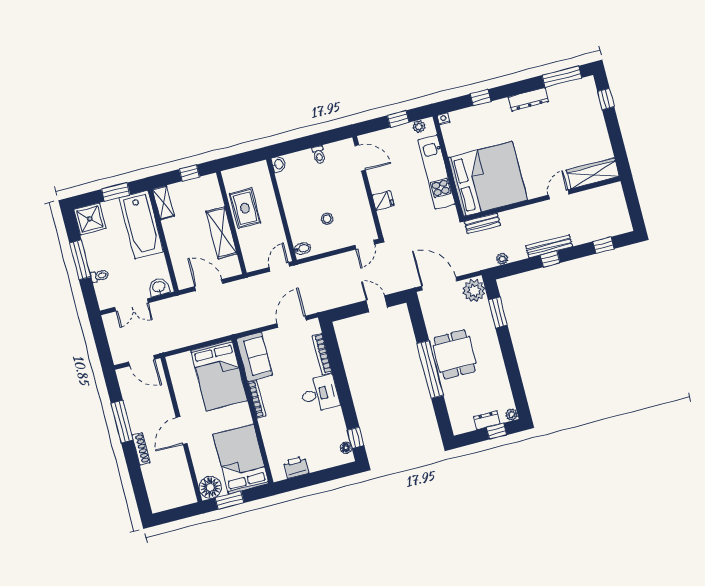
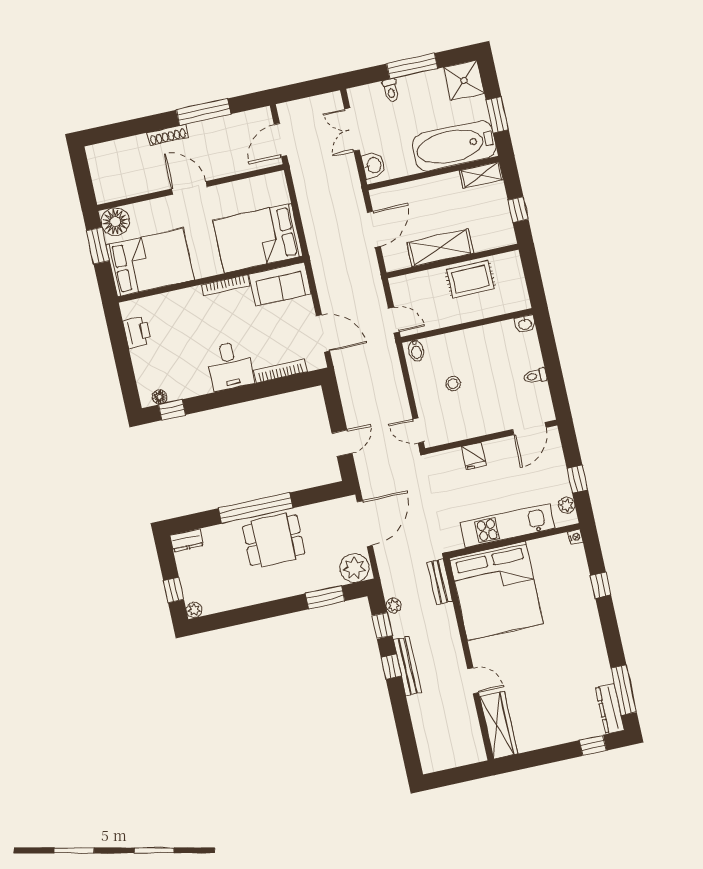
dresser: (528, 99) -> (610, 709), moved
window: (603, 245) -> (382, 626), moved
dresser: (487, 420) -> (187, 540), moved, turned 90

